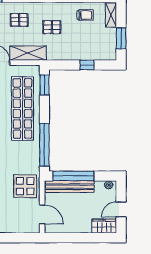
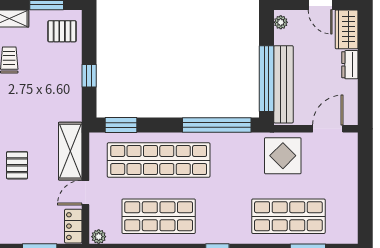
pallet: (52, 27) -> (62, 31), moved, turned 90
window: (87, 65) -> (89, 76), moved
dresser: (82, 228) -> (350, 65), added

